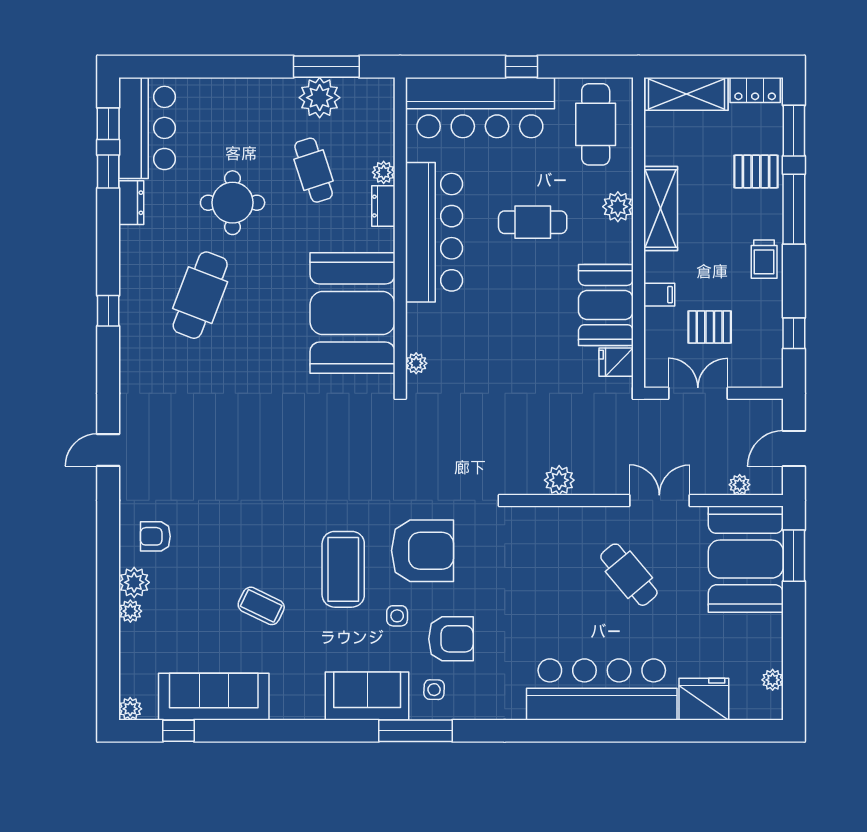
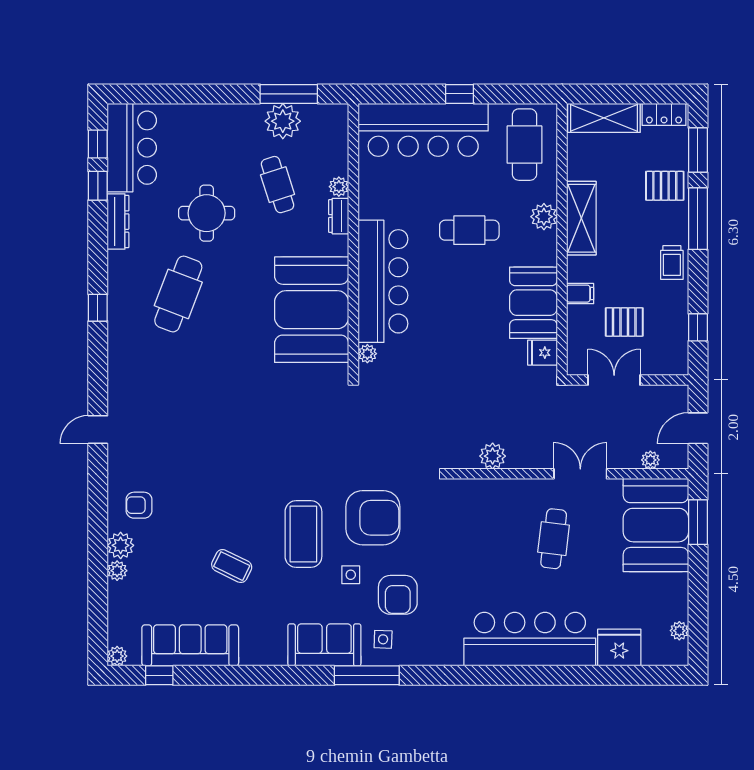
dresser: (131, 203) -> (118, 222), width x1.44
bar counter: (434, 232) -> (383, 281), moved
cafe table: (629, 575) -> (554, 539), turned 47
armchair: (451, 639) -> (398, 595), turned 90

